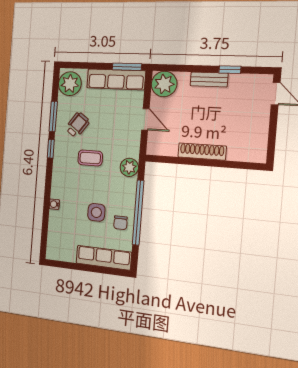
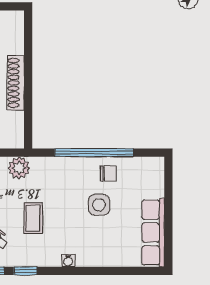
plant: (129, 167) -> (19, 168), moved
water cooler: (54, 204) -> (68, 261), moved
row of seats: (104, 258) -> (153, 232), moved

